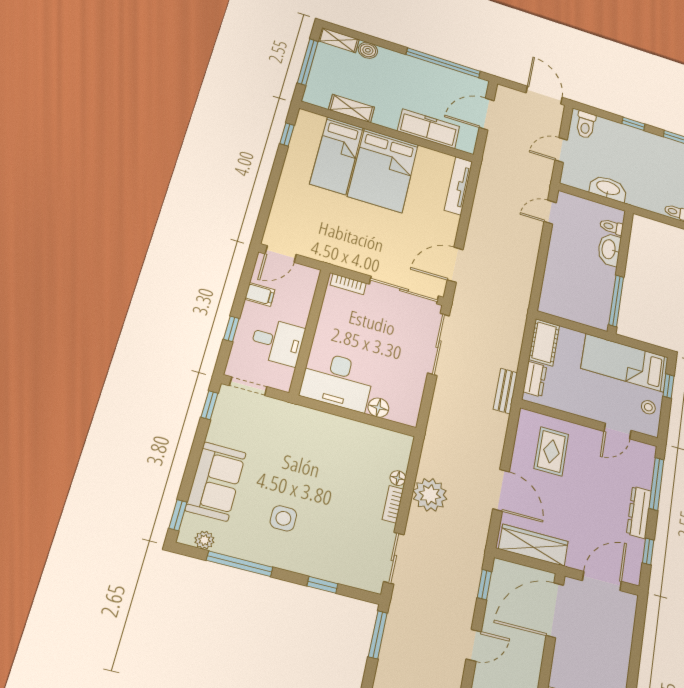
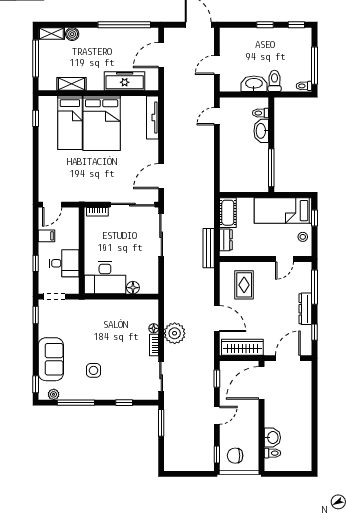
toilet: (586, 125) -> (274, 81), moved, turned 180
bench: (505, 391) -> (209, 248), width x1.36

